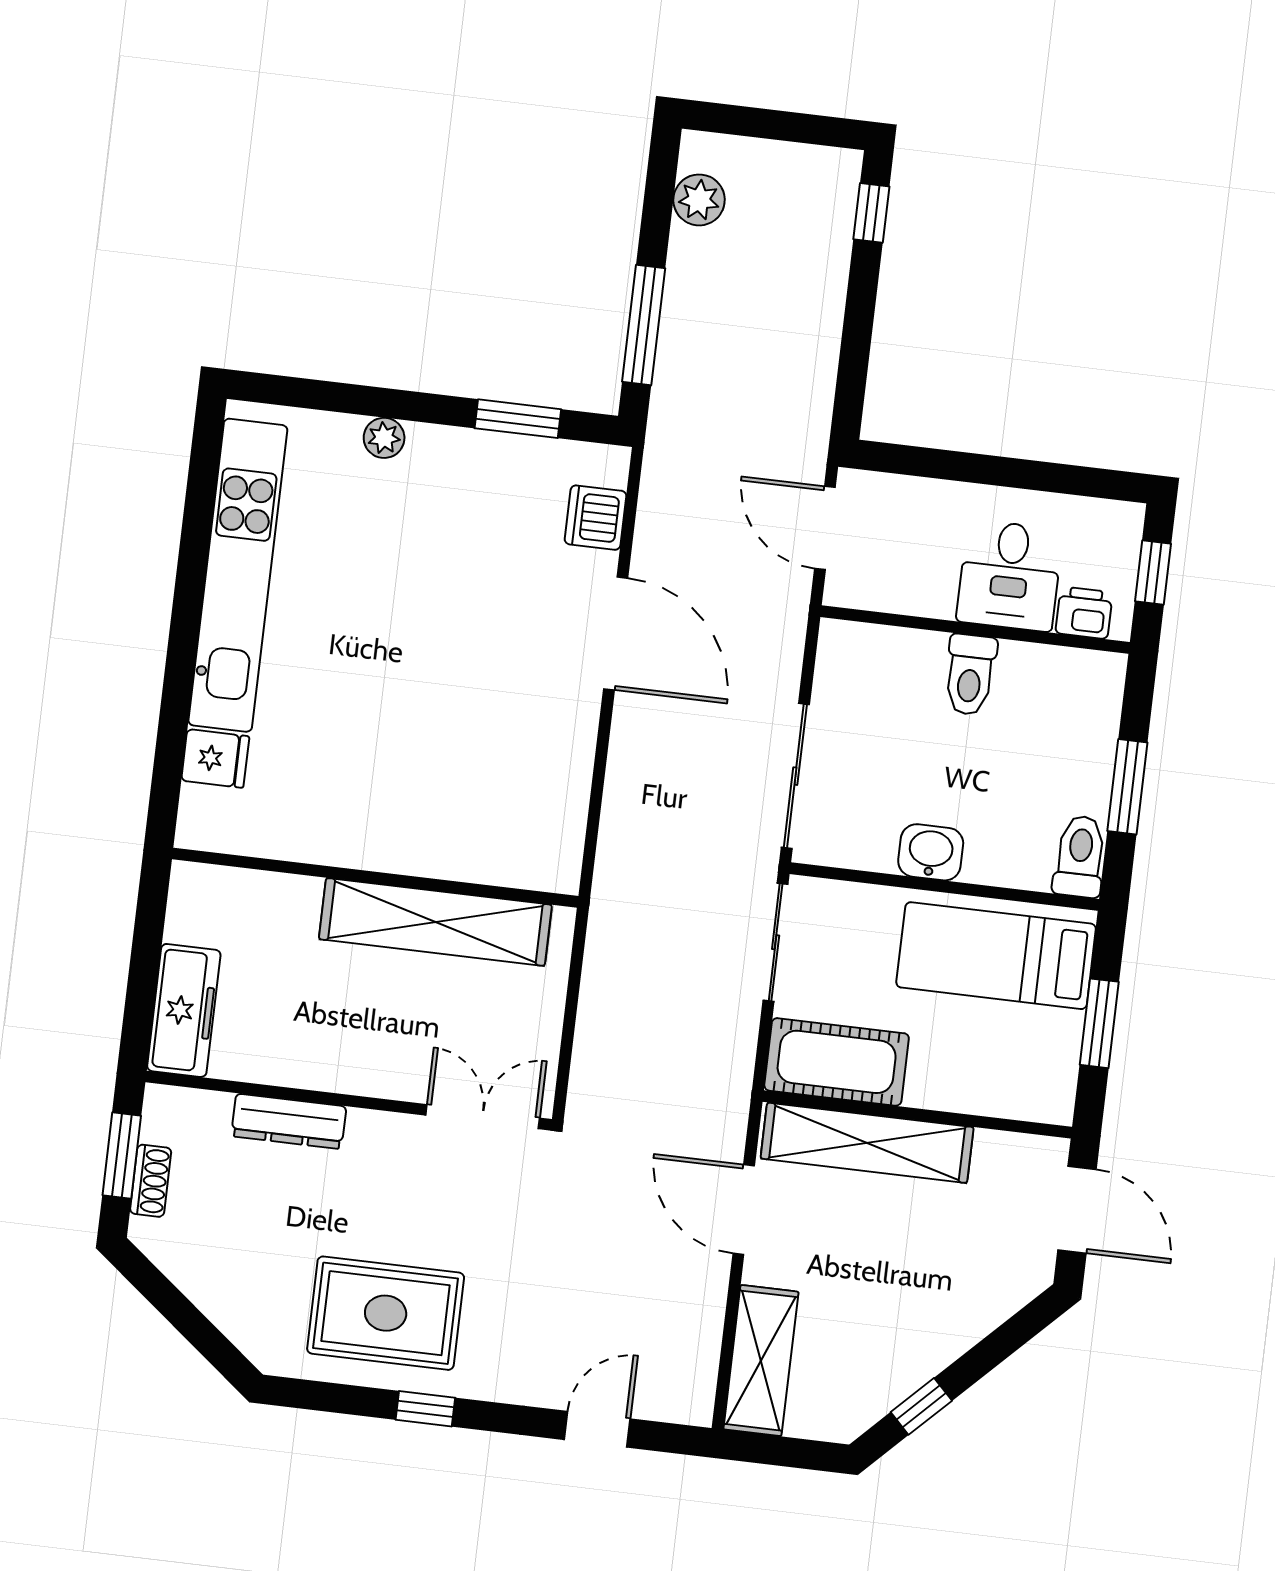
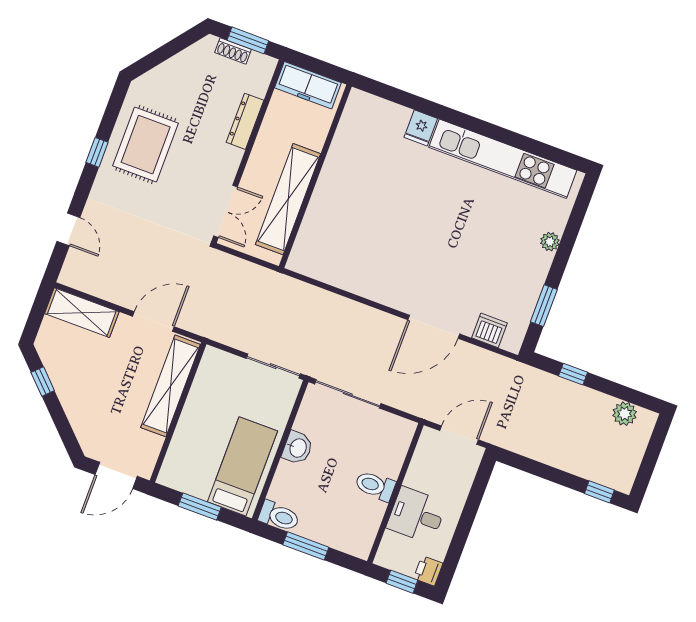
window: (644, 325) -> (573, 374), width x0.46
printer: (1084, 613) -> (428, 571), moved, turned 180
wall: (375, 878) -> (315, 176), moved
shelving: (435, 922) -> (288, 199), moved
cot: (837, 1062) -> (211, 381), removed

